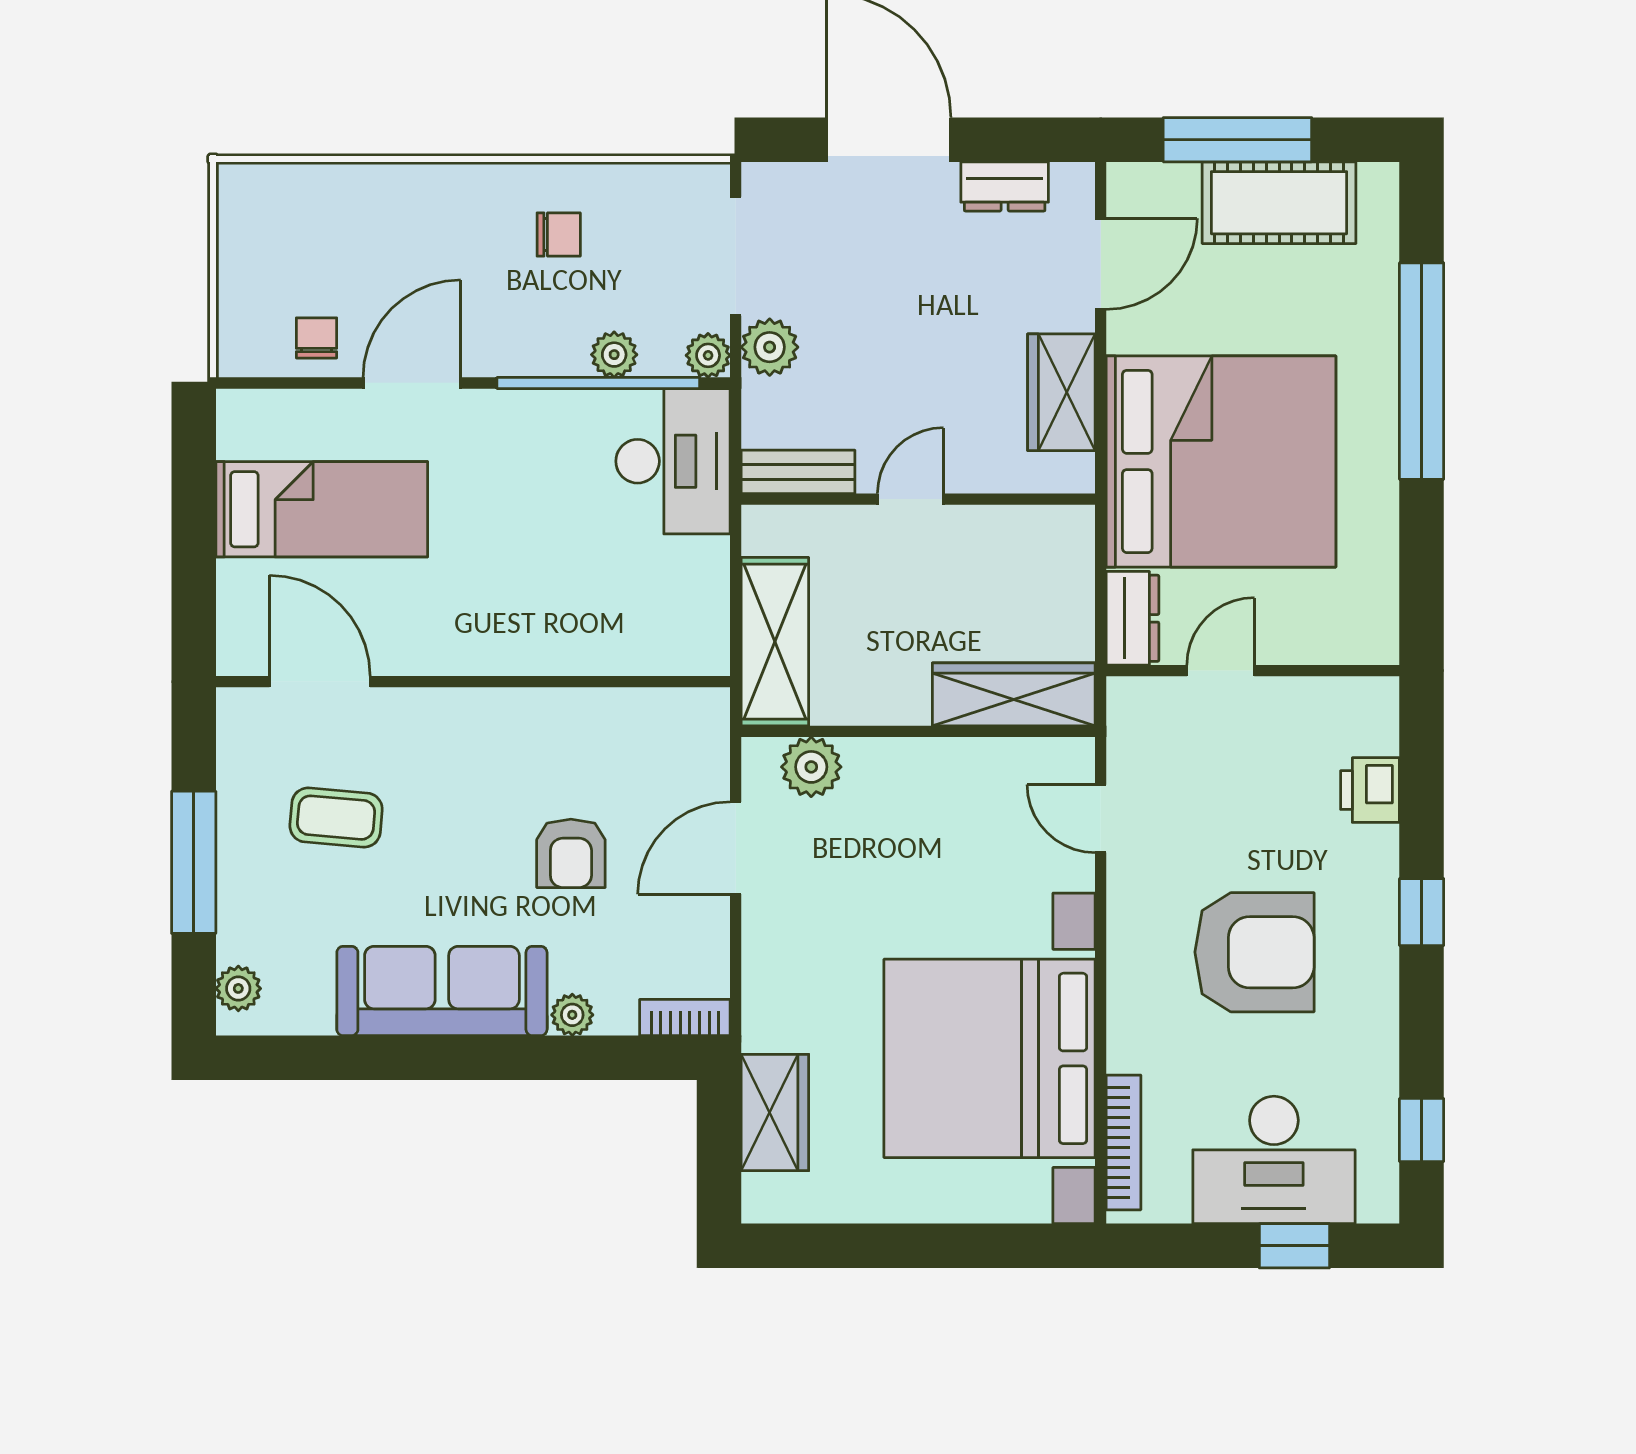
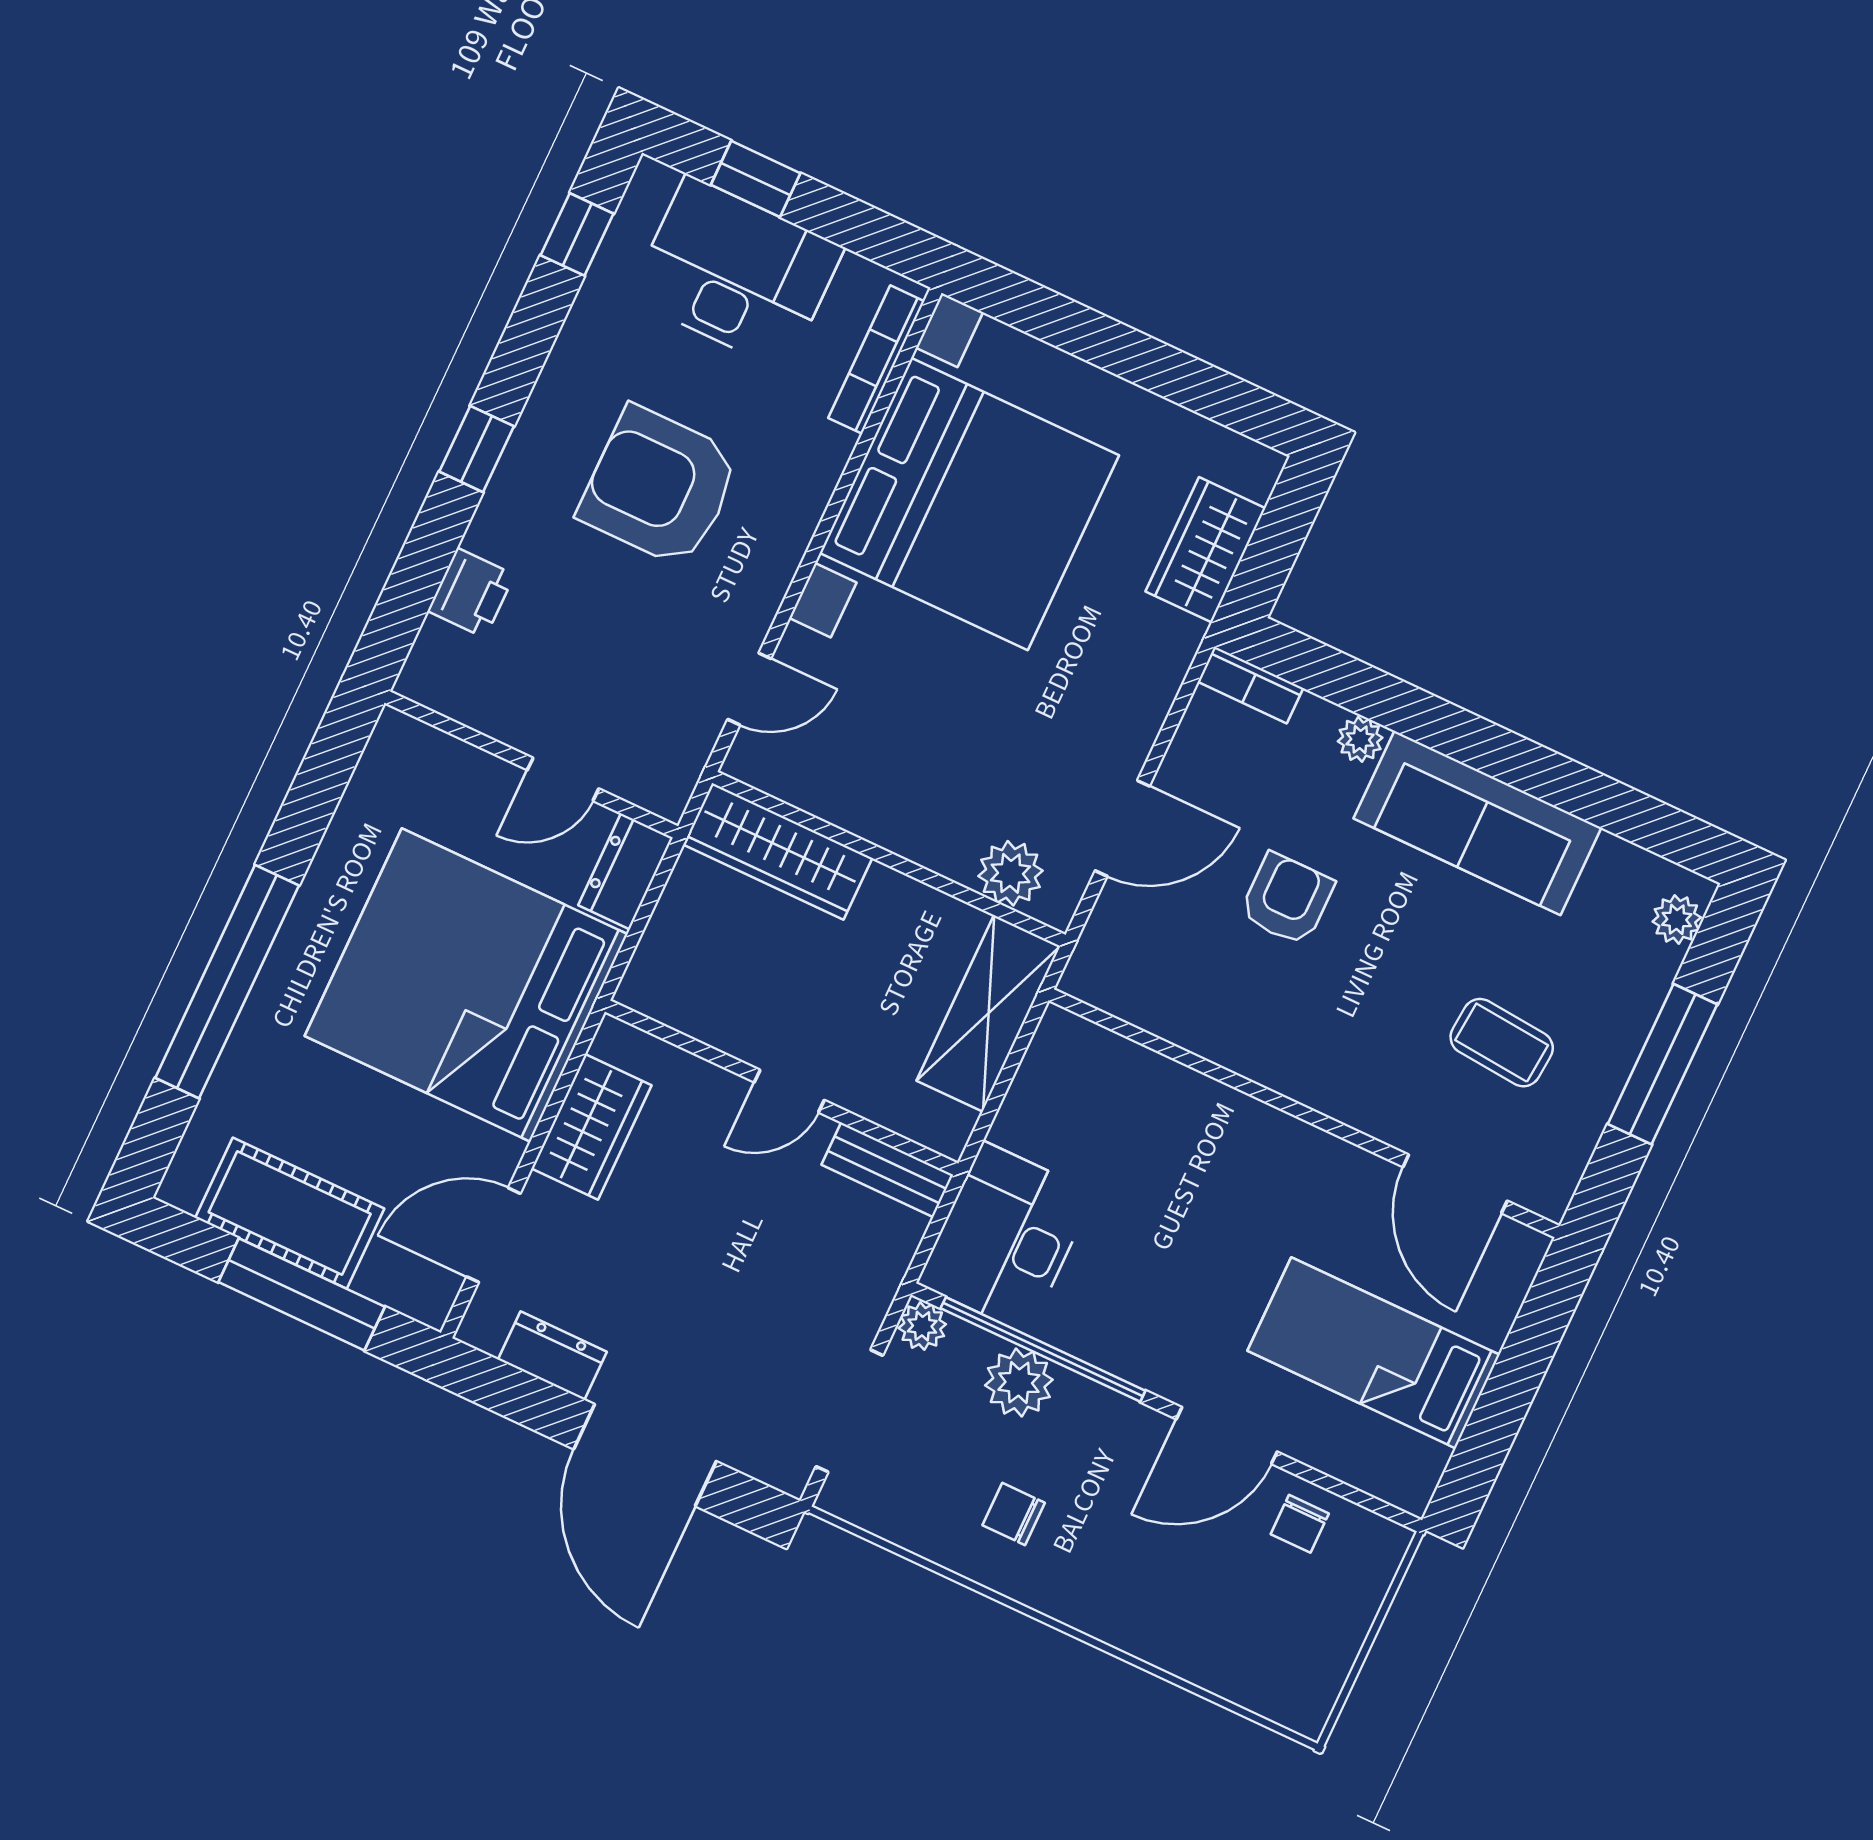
plant: (770, 347) -> (858, 1306), removed
plant: (614, 355) -> (1019, 1383), width x1.38, depth x1.38
door: (1101, 819) -> (749, 689), hinge flipped

